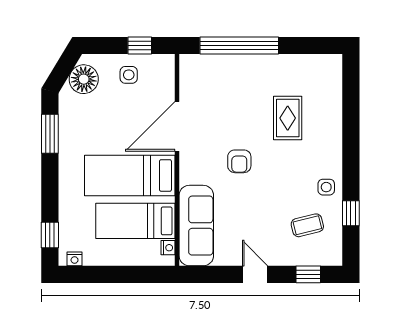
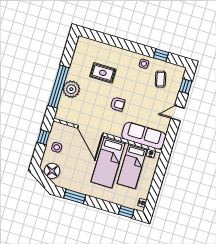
plant: (241, 70) -> (71, 89), added

